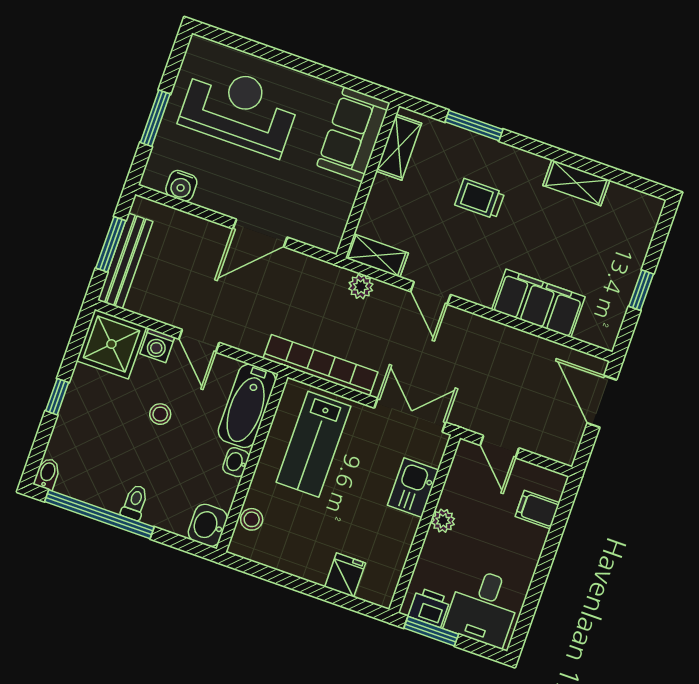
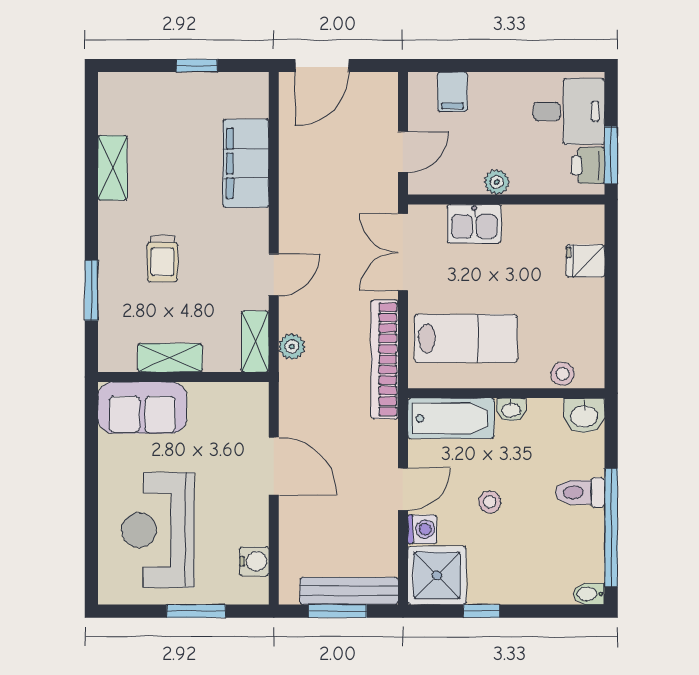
shelving: (399, 147) -> (170, 358), moved
window: (57, 397) -> (481, 611), moved
toilet: (135, 502) -> (580, 492), width x1.37, depth x1.39

